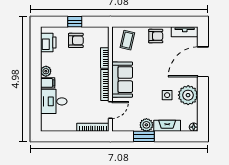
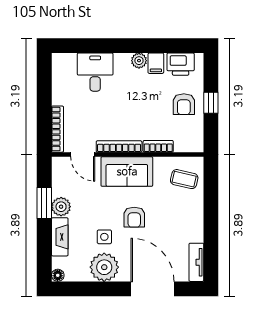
armchair: (156, 36) -> (134, 217), moved
filing cabinet: (48, 83) -> (156, 63), moved

